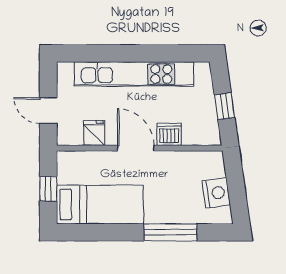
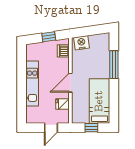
kitchen unit: (134, 74) -> (32, 83), width x0.73
dishwasher: (169, 134) -> (63, 51), moved
nightstand: (216, 193) -> (81, 43), moved

